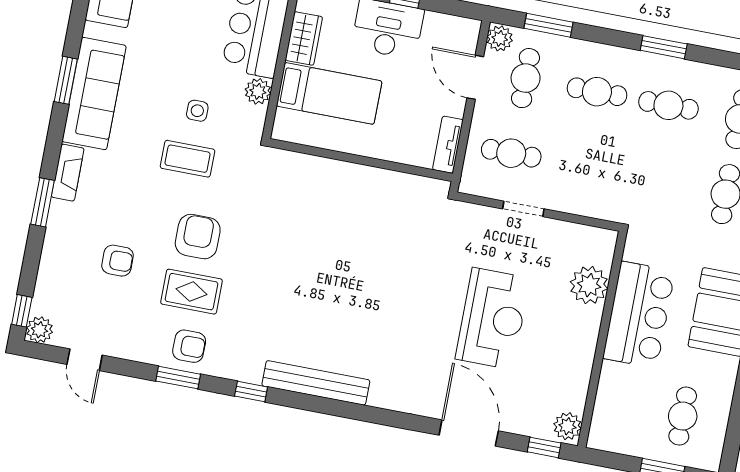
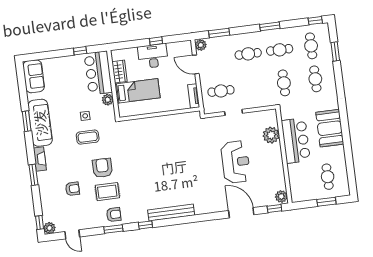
cafe table: (526, 78) -> (284, 83), moved

